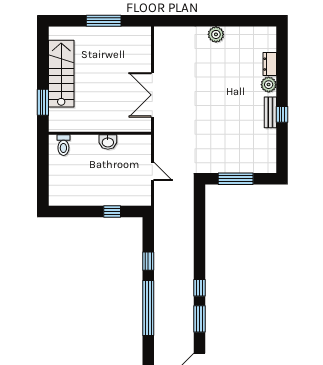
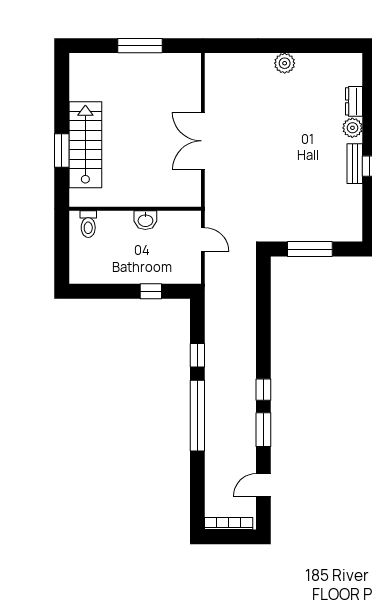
stairs: (61, 74) -> (85, 145), moved
wall: (100, 133) -> (135, 209), moved
washbasin: (108, 142) -> (145, 220), moved
toilet: (63, 145) -> (88, 224), moved

